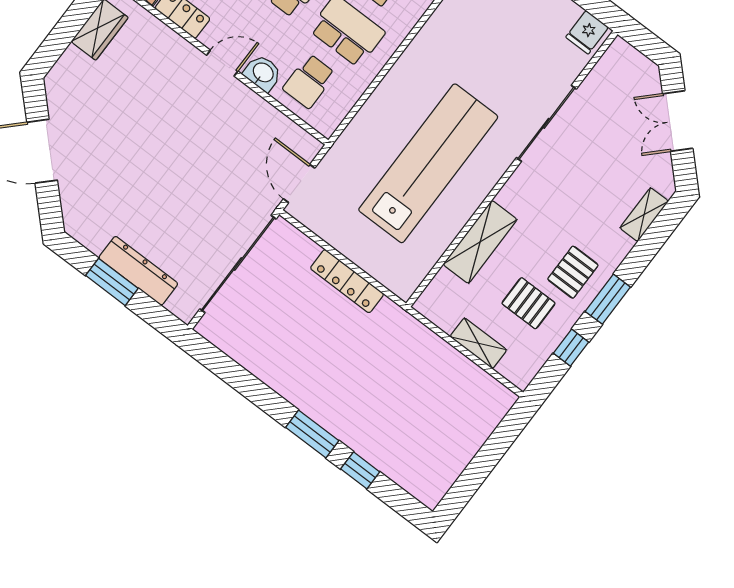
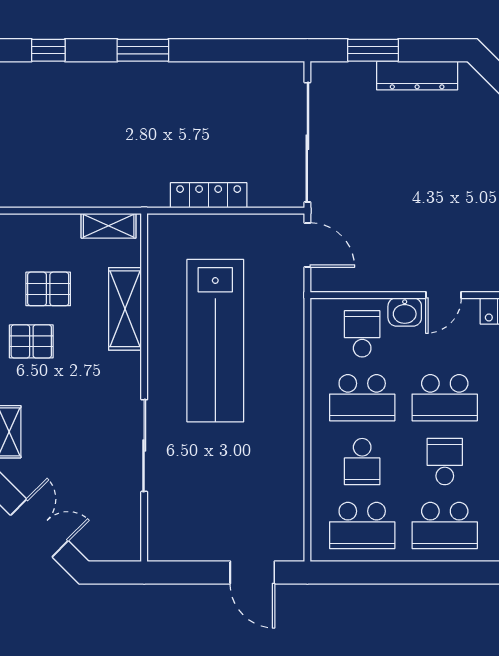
fridge: (587, 32) -> (167, 544), removed
dresser: (138, 271) -> (417, 76), moved
pallet: (573, 272) -> (31, 341), turned 90
window: (112, 282) -> (373, 50), moved
shelving: (478, 343) -> (109, 226), moved
window: (360, 470) -> (48, 50), moved

